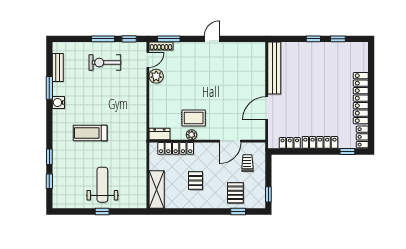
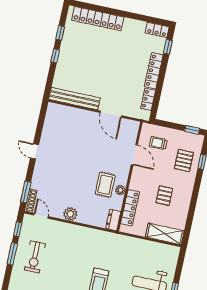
plant: (156, 76) -> (70, 214), moved
locker: (361, 98) -> (98, 19), moved
pallet: (195, 181) -> (164, 196), turned 90
pallet: (235, 193) -> (184, 161), turned 90

